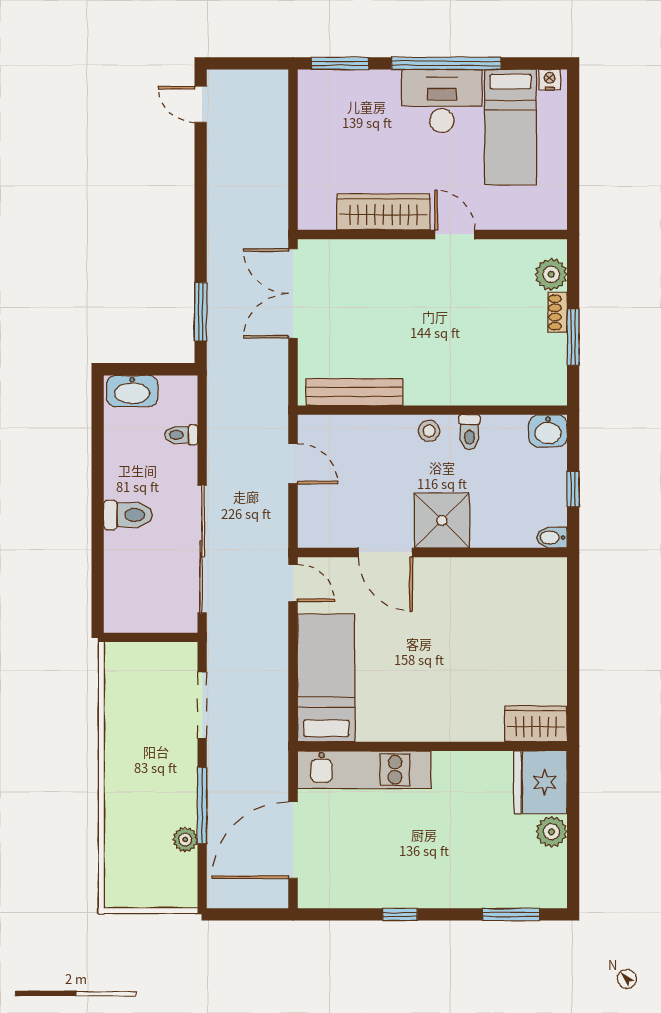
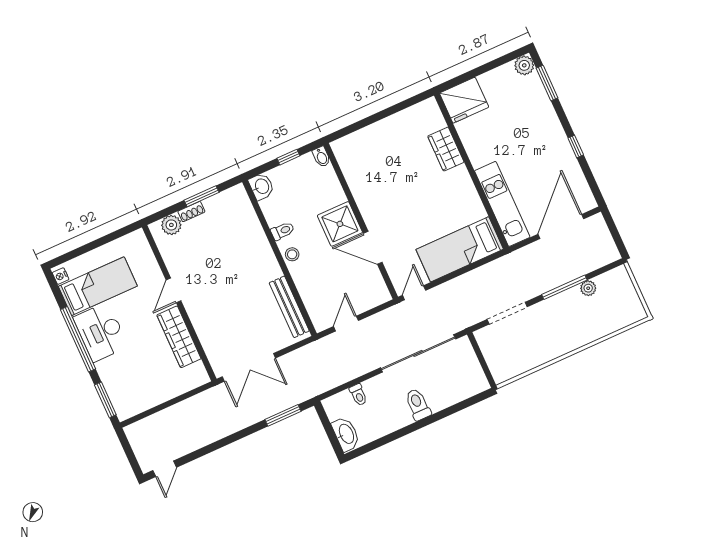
door: (385, 552) -> (373, 248), swing flipped
wardrobe: (536, 724) -> (446, 149), moved
plant: (552, 832) -> (524, 65), moved
door: (293, 840) -> (561, 226), swing flipped

